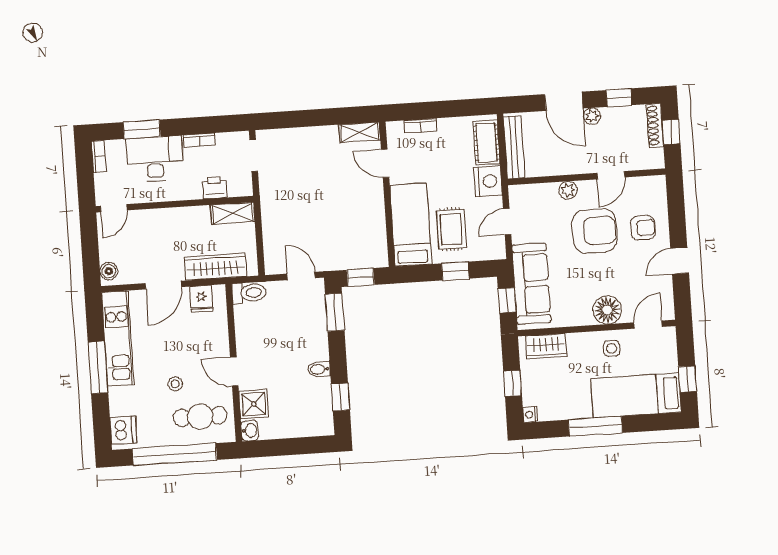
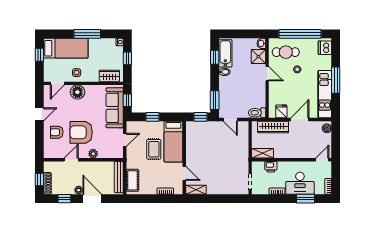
nightstand: (488, 181) -> (133, 161), removed
rug: (451, 229) -> (154, 149), moved
bathtub: (320, 406) -> (225, 53), added

